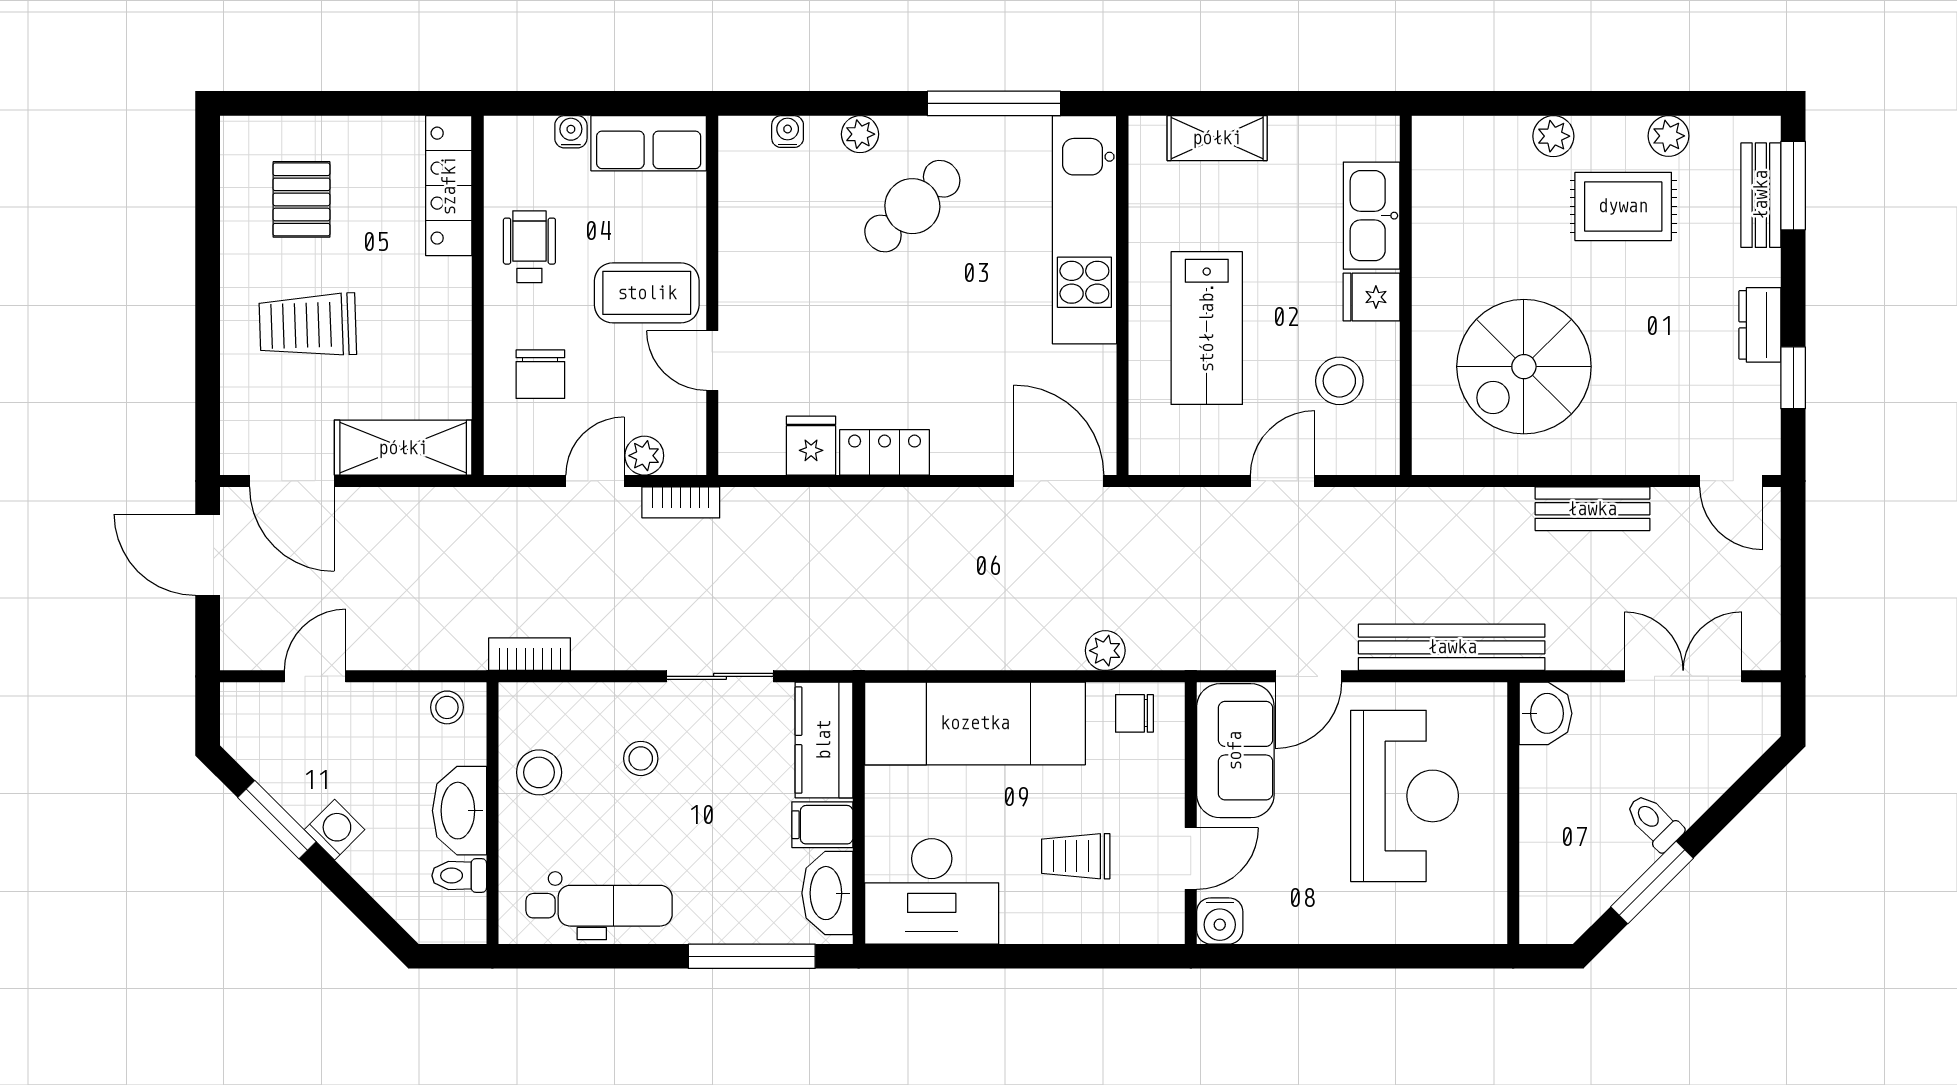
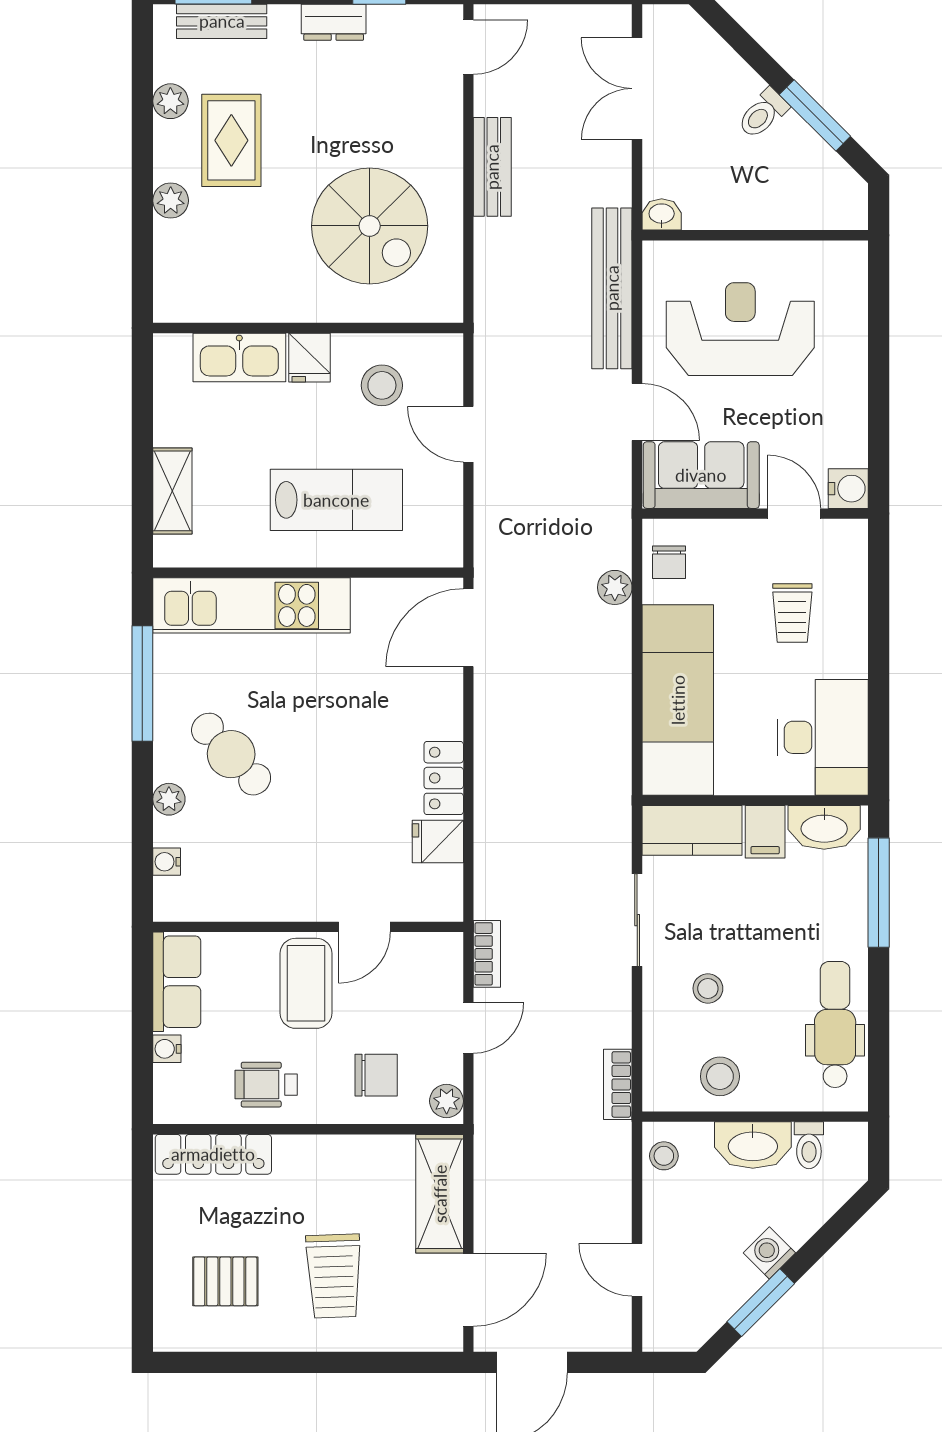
plant: (644, 456) -> (447, 1101), moved
door: (595, 481) -> (468, 1028), swing flipped
washbasin: (1545, 713) -> (662, 214), width x0.72, depth x0.69

